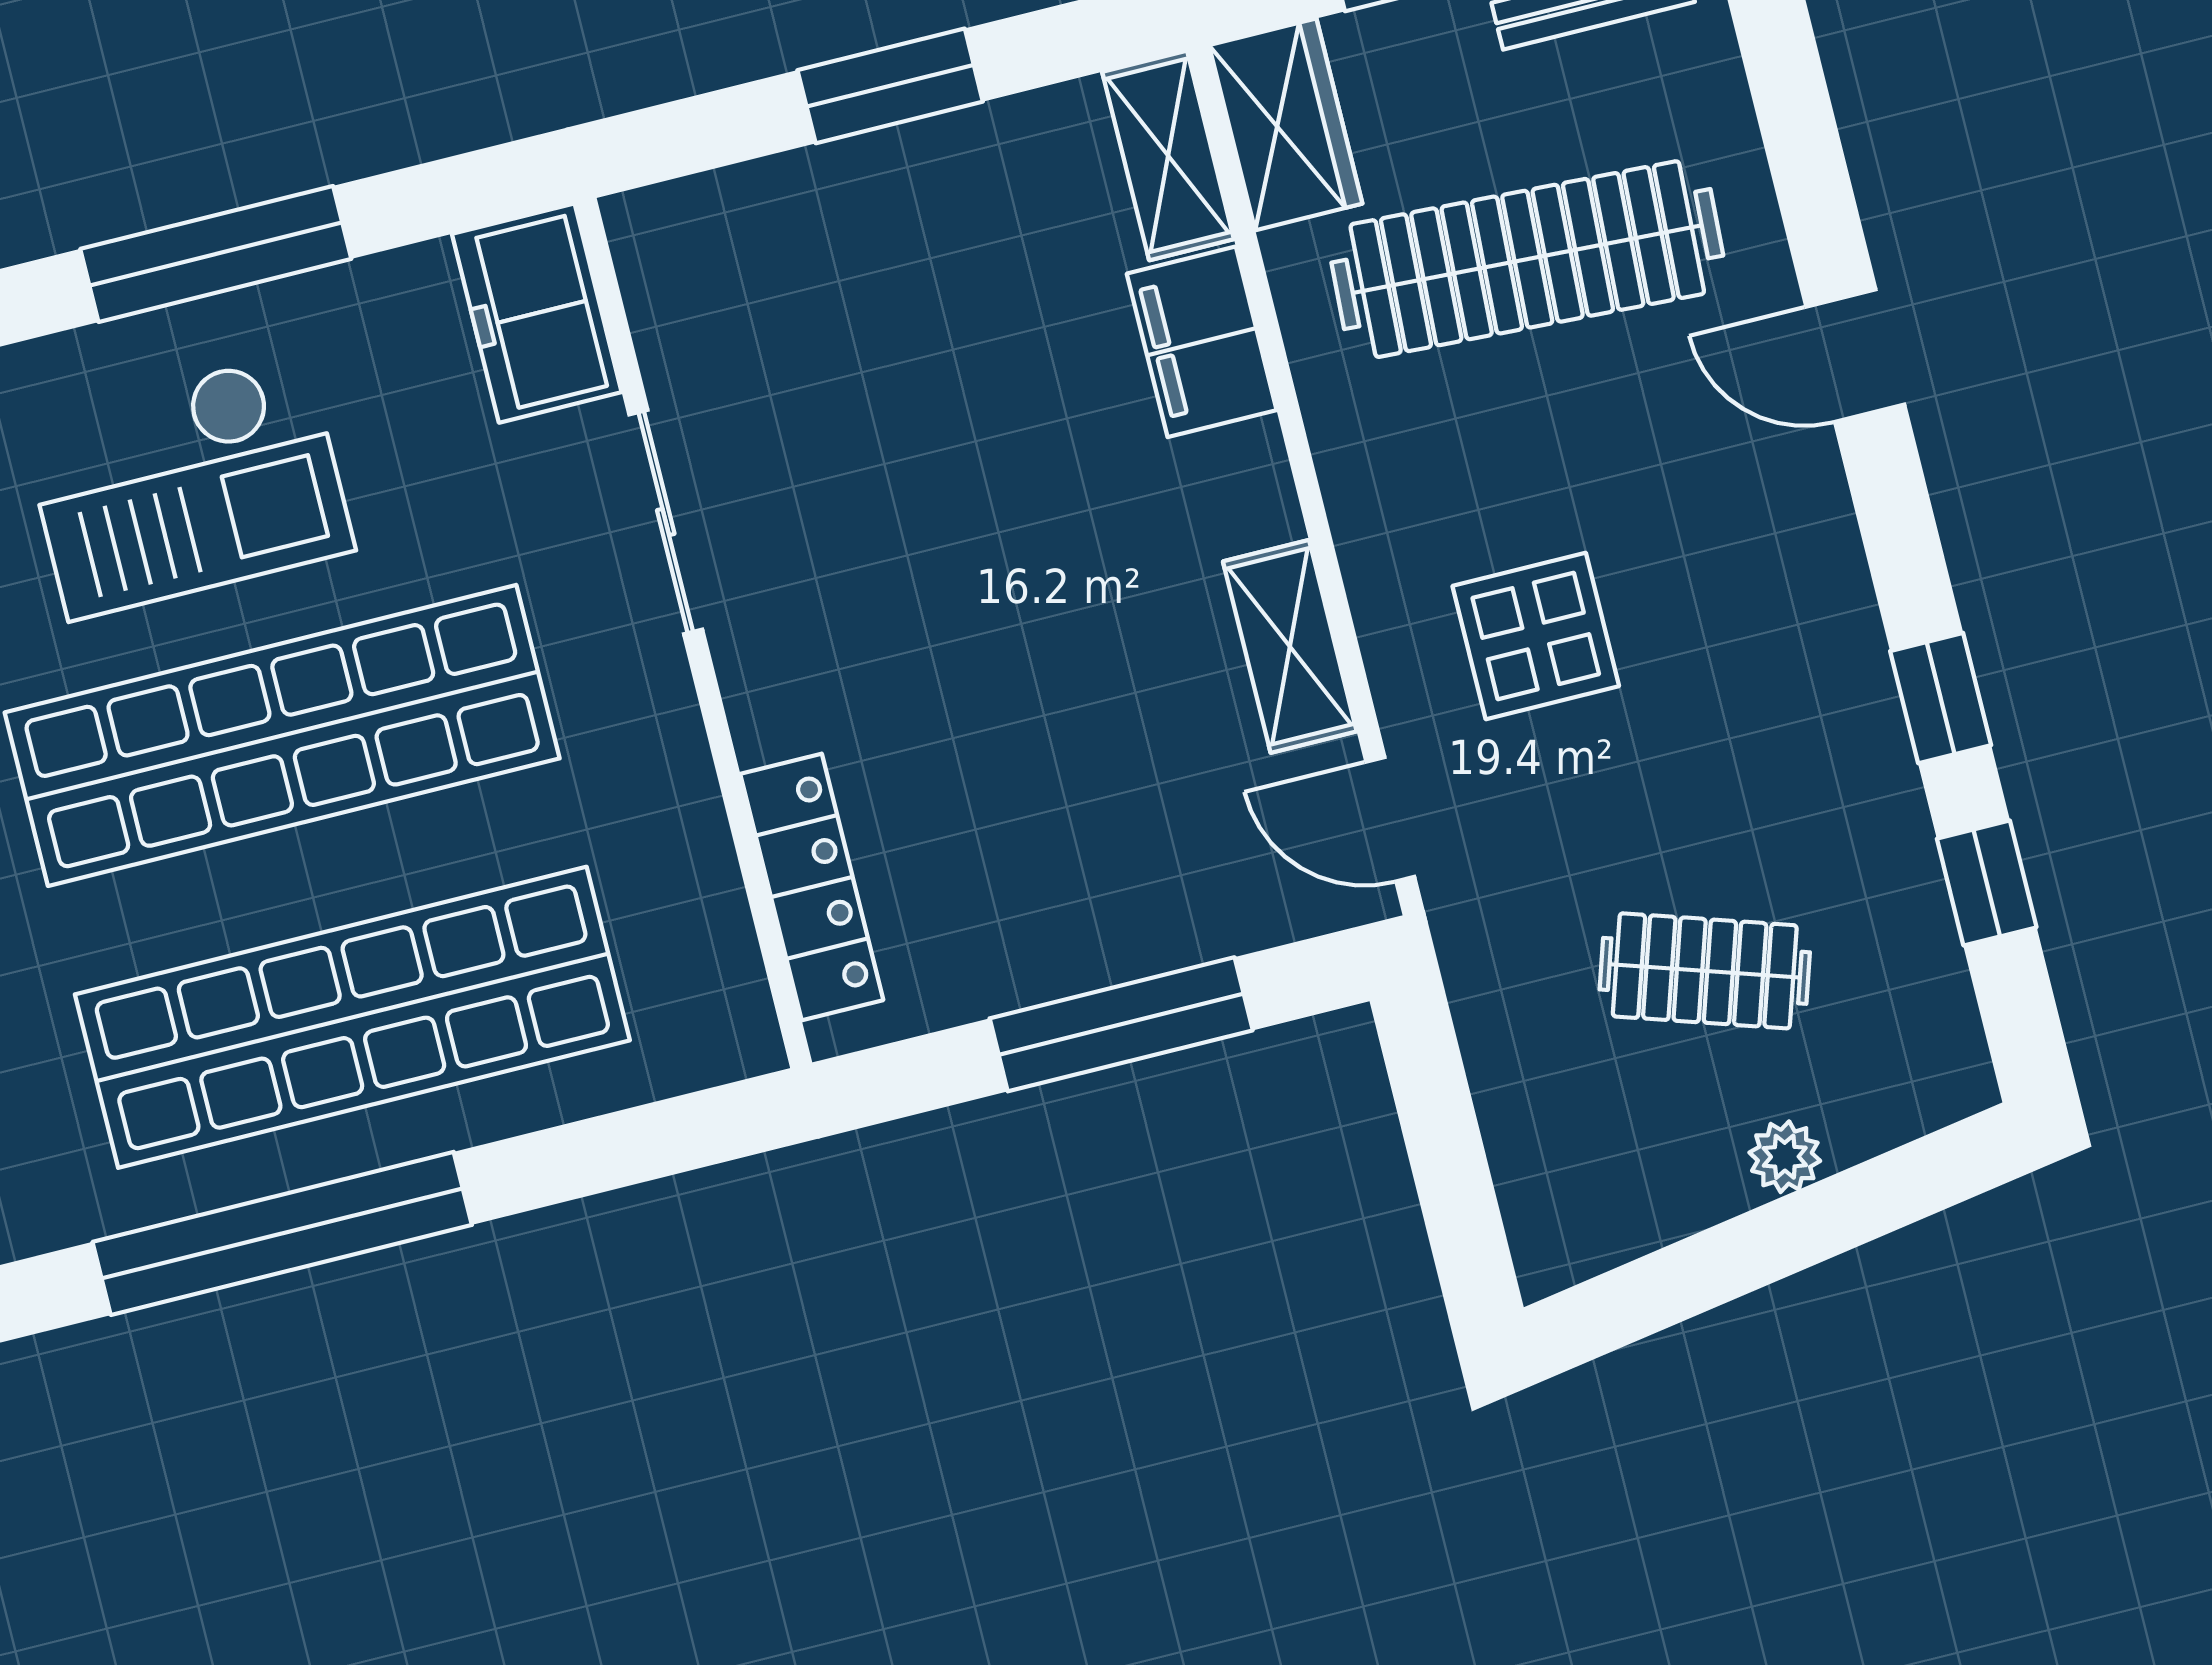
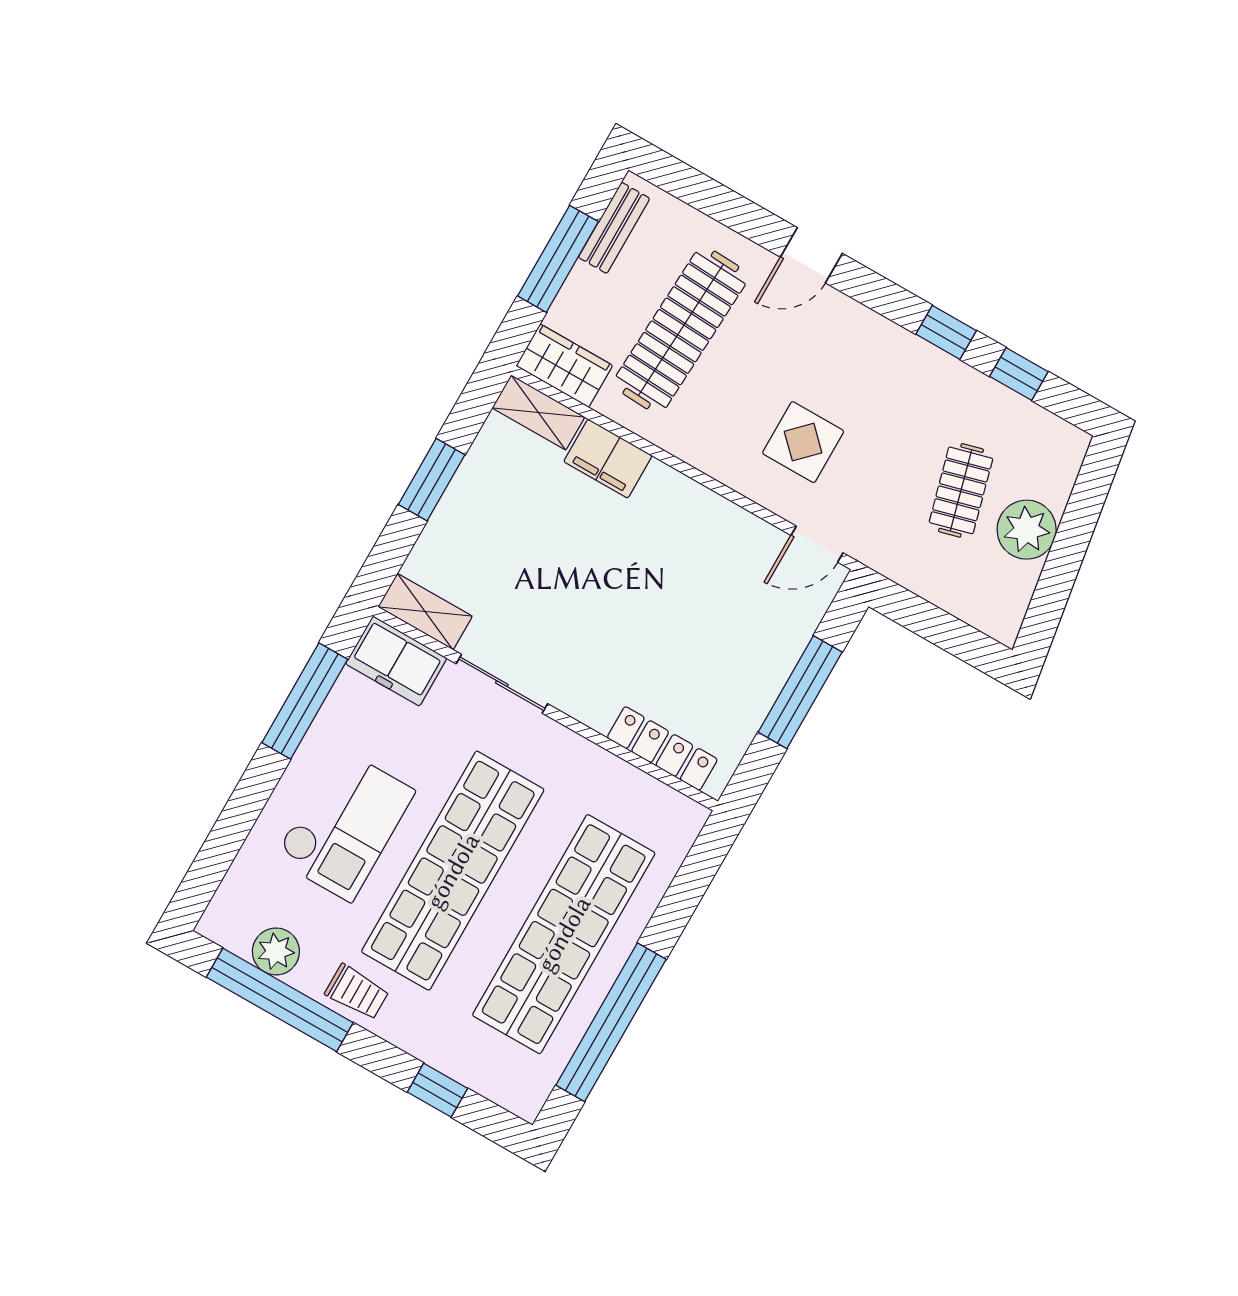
window: (216, 254) -> (305, 701), moved
shelving: (1290, 646) -> (425, 612), moved
clothes rail: (1705, 971) -> (961, 490), turned -33
plant: (1785, 1157) -> (1027, 530), width x1.87, depth x1.87

